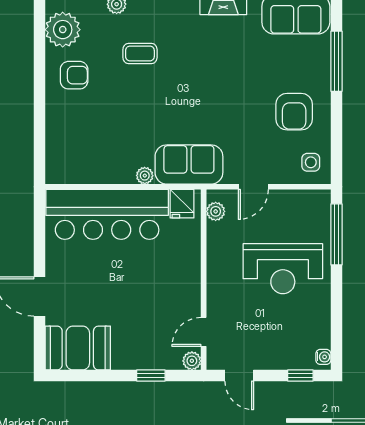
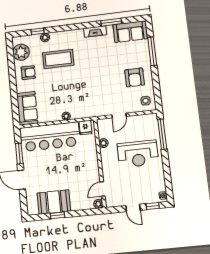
coffee table: (140, 53) -> (58, 59), width x1.86, depth x1.72
sofa: (189, 164) -> (27, 108), moved, turned 90
plant: (216, 211) -> (103, 143), moved
window: (40, 242) -> (19, 154), added
booth: (78, 348) -> (54, 202), moved
window: (151, 376) -> (58, 215), moved
door: (239, 376) -> (133, 208), moved

